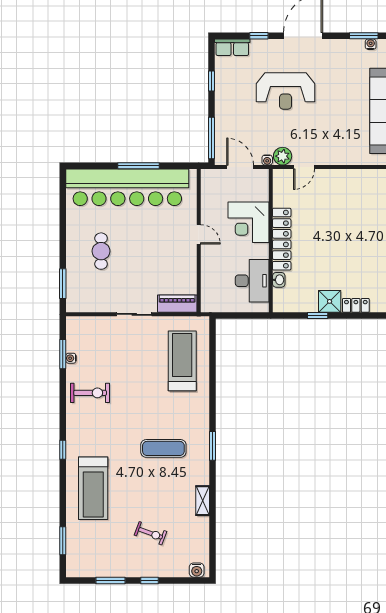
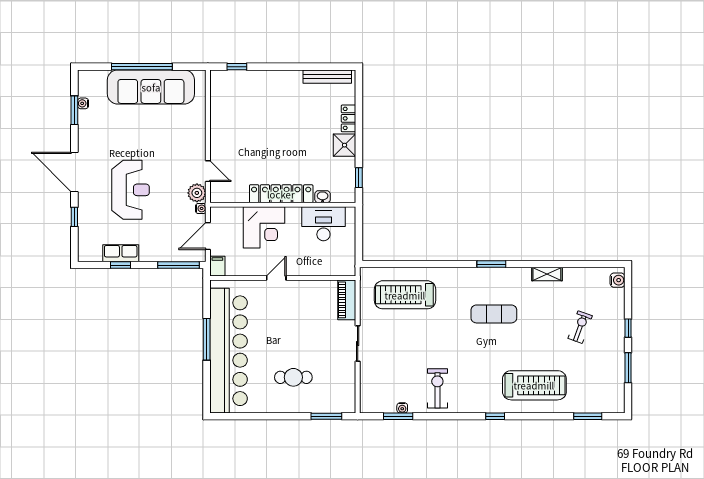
row of seats: (232, 47) -> (121, 253), moved, turned -90
filing cabinet: (210, 176) -> (217, 266), added
window: (318, 316) -> (359, 178), moved
exercise mat: (163, 448) -> (494, 314), turned 90

